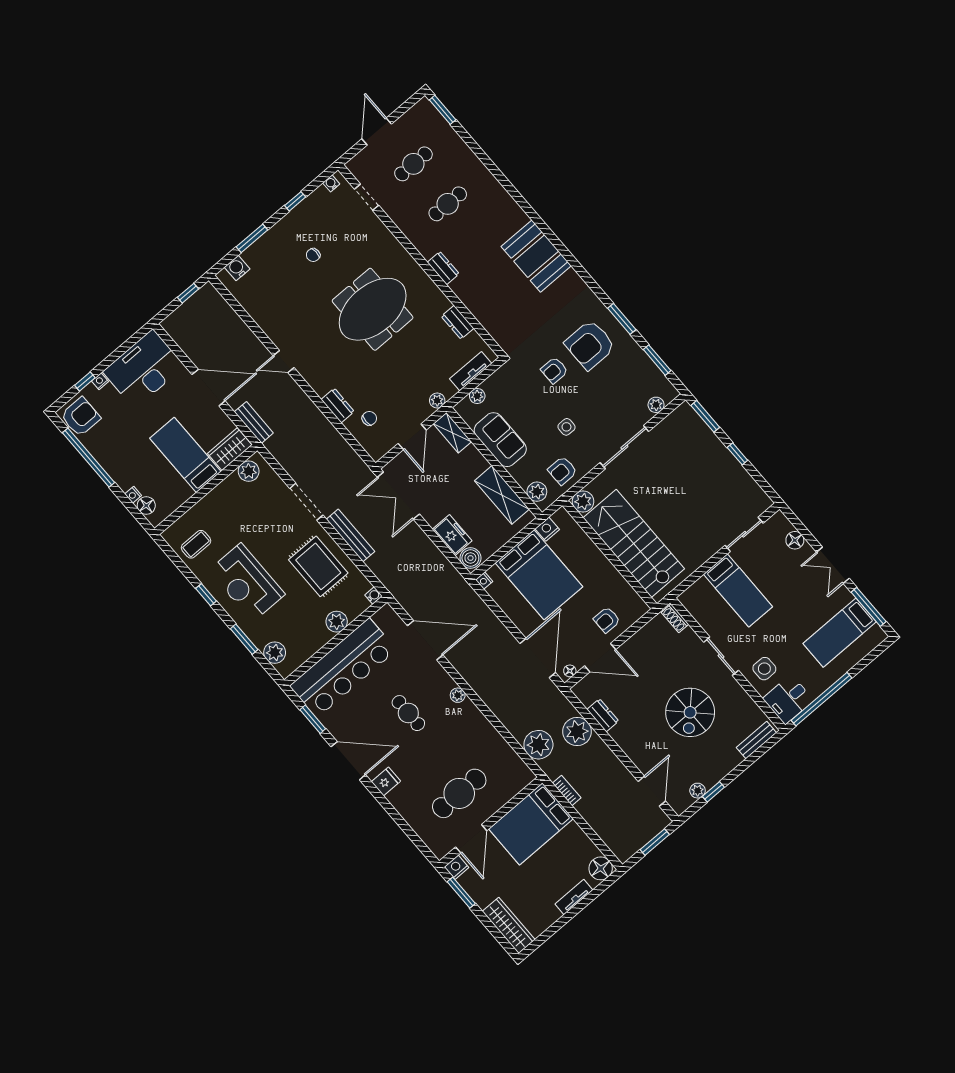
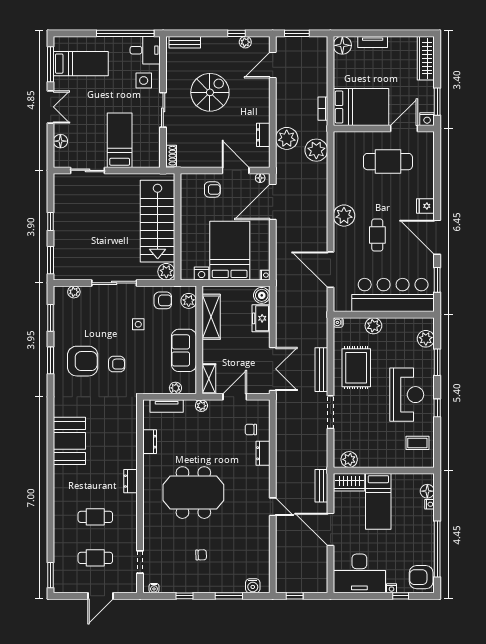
plant: (458, 695) -> (344, 216), width x1.87, depth x1.87

